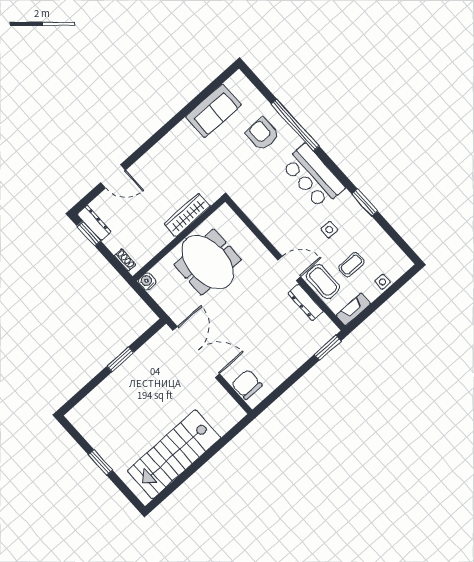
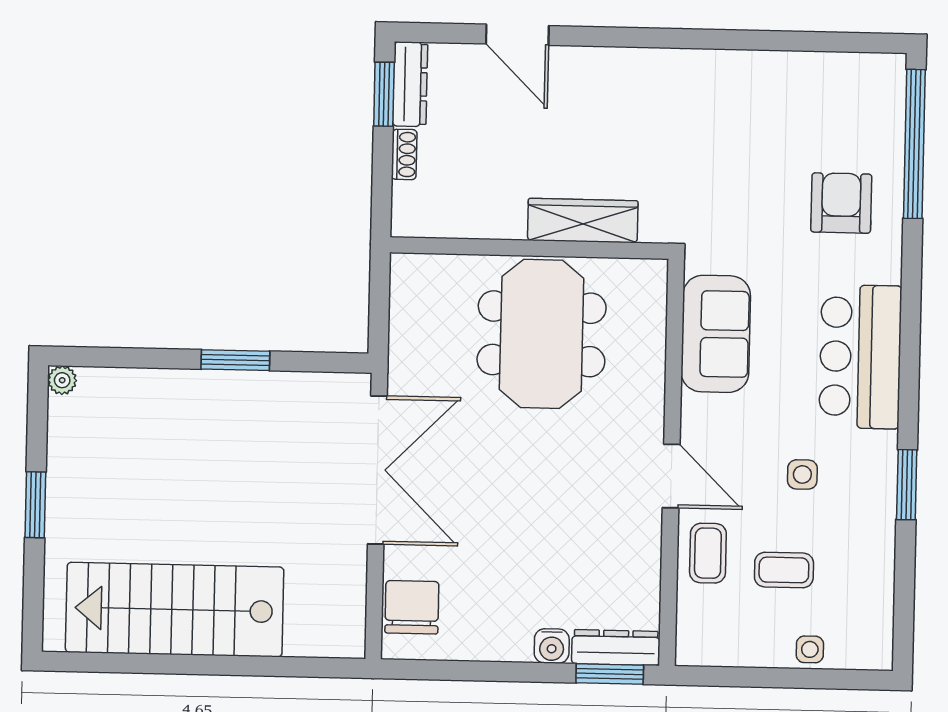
sofa: (213, 111) -> (716, 334), moved, turned -90
window: (295, 125) -> (914, 144), moved
shoe rack: (125, 260) -> (404, 154), moved
water cooler: (147, 281) -> (552, 646), moved, turned 180
coffee table: (323, 282) -> (708, 553), width x0.73, depth x0.77
dresser: (306, 302) -> (616, 648), moved, turned 90
fireplace: (353, 309) -> (715, 650), removed
plant: (72, 416) -> (62, 380), added

